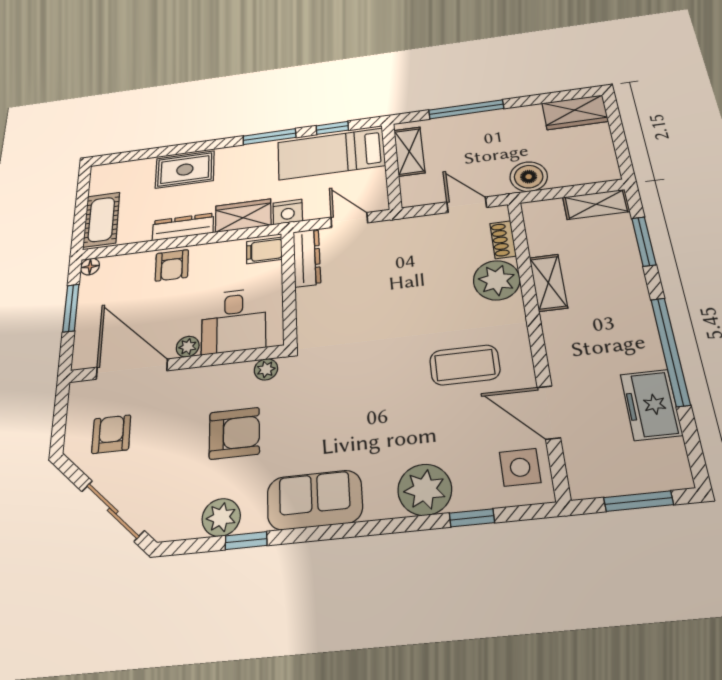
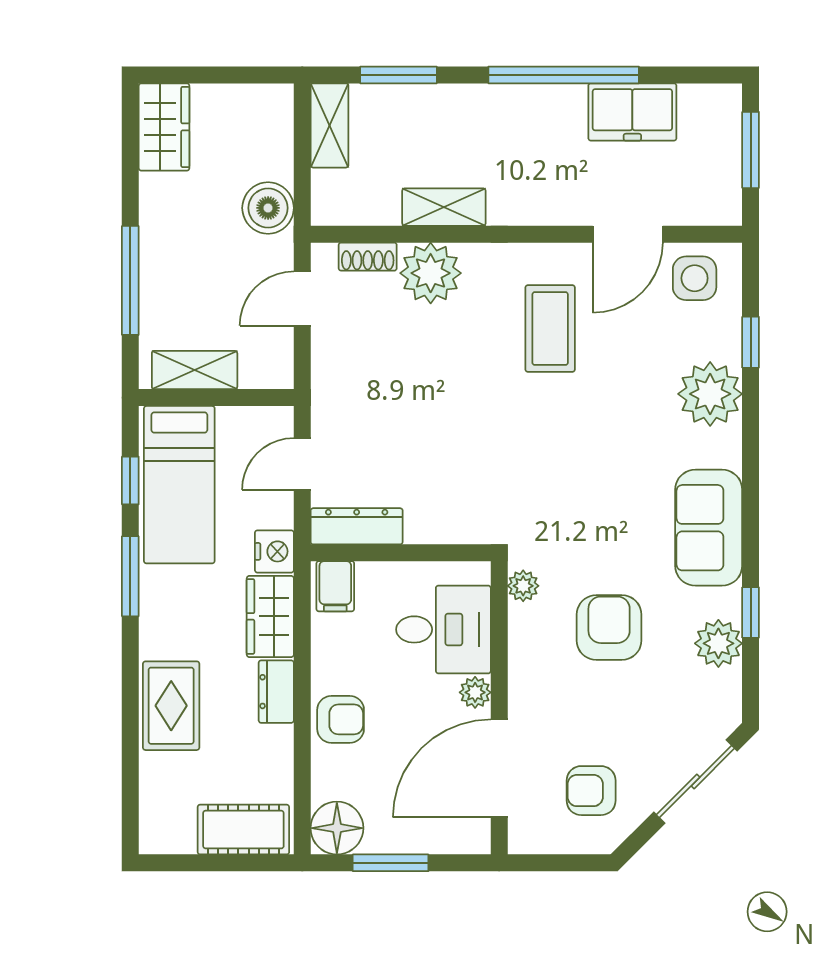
dresser: (183, 227) -> (276, 692), width x0.70
floor lamp: (90, 267) -> (337, 828), width x1.89, depth x1.89

